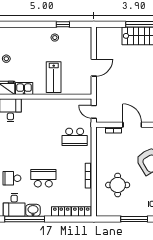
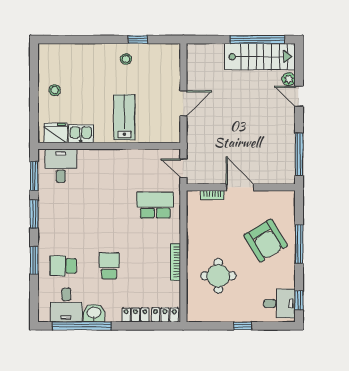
lab bench: (54, 77) -> (124, 117), turned 180
school desk: (75, 137) -> (155, 205), turned 180
school desk: (43, 178) -> (109, 266), width x0.54
window: (134, 219) -> (243, 326), width x0.46

